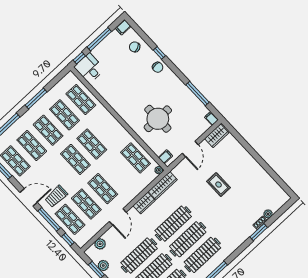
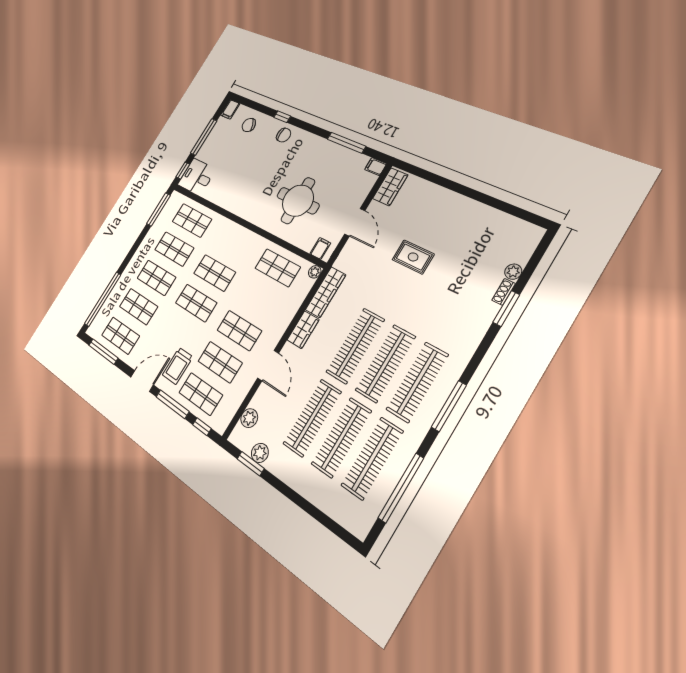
window: (36, 99) -> (158, 210), moved

